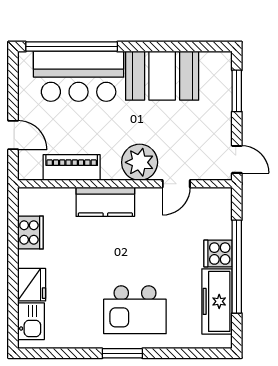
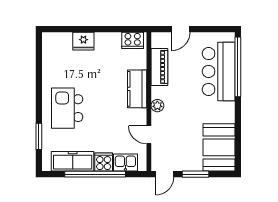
booth: (162, 76) -> (219, 147), moved
window: (237, 91) -> (196, 174), moved
plant: (140, 162) -> (157, 106), width x0.53, depth x0.53
cooker: (30, 232) -> (133, 40), moved
kitchen sink: (31, 321) -> (125, 163), moved, turned 180
window: (122, 353) -> (39, 136), moved

